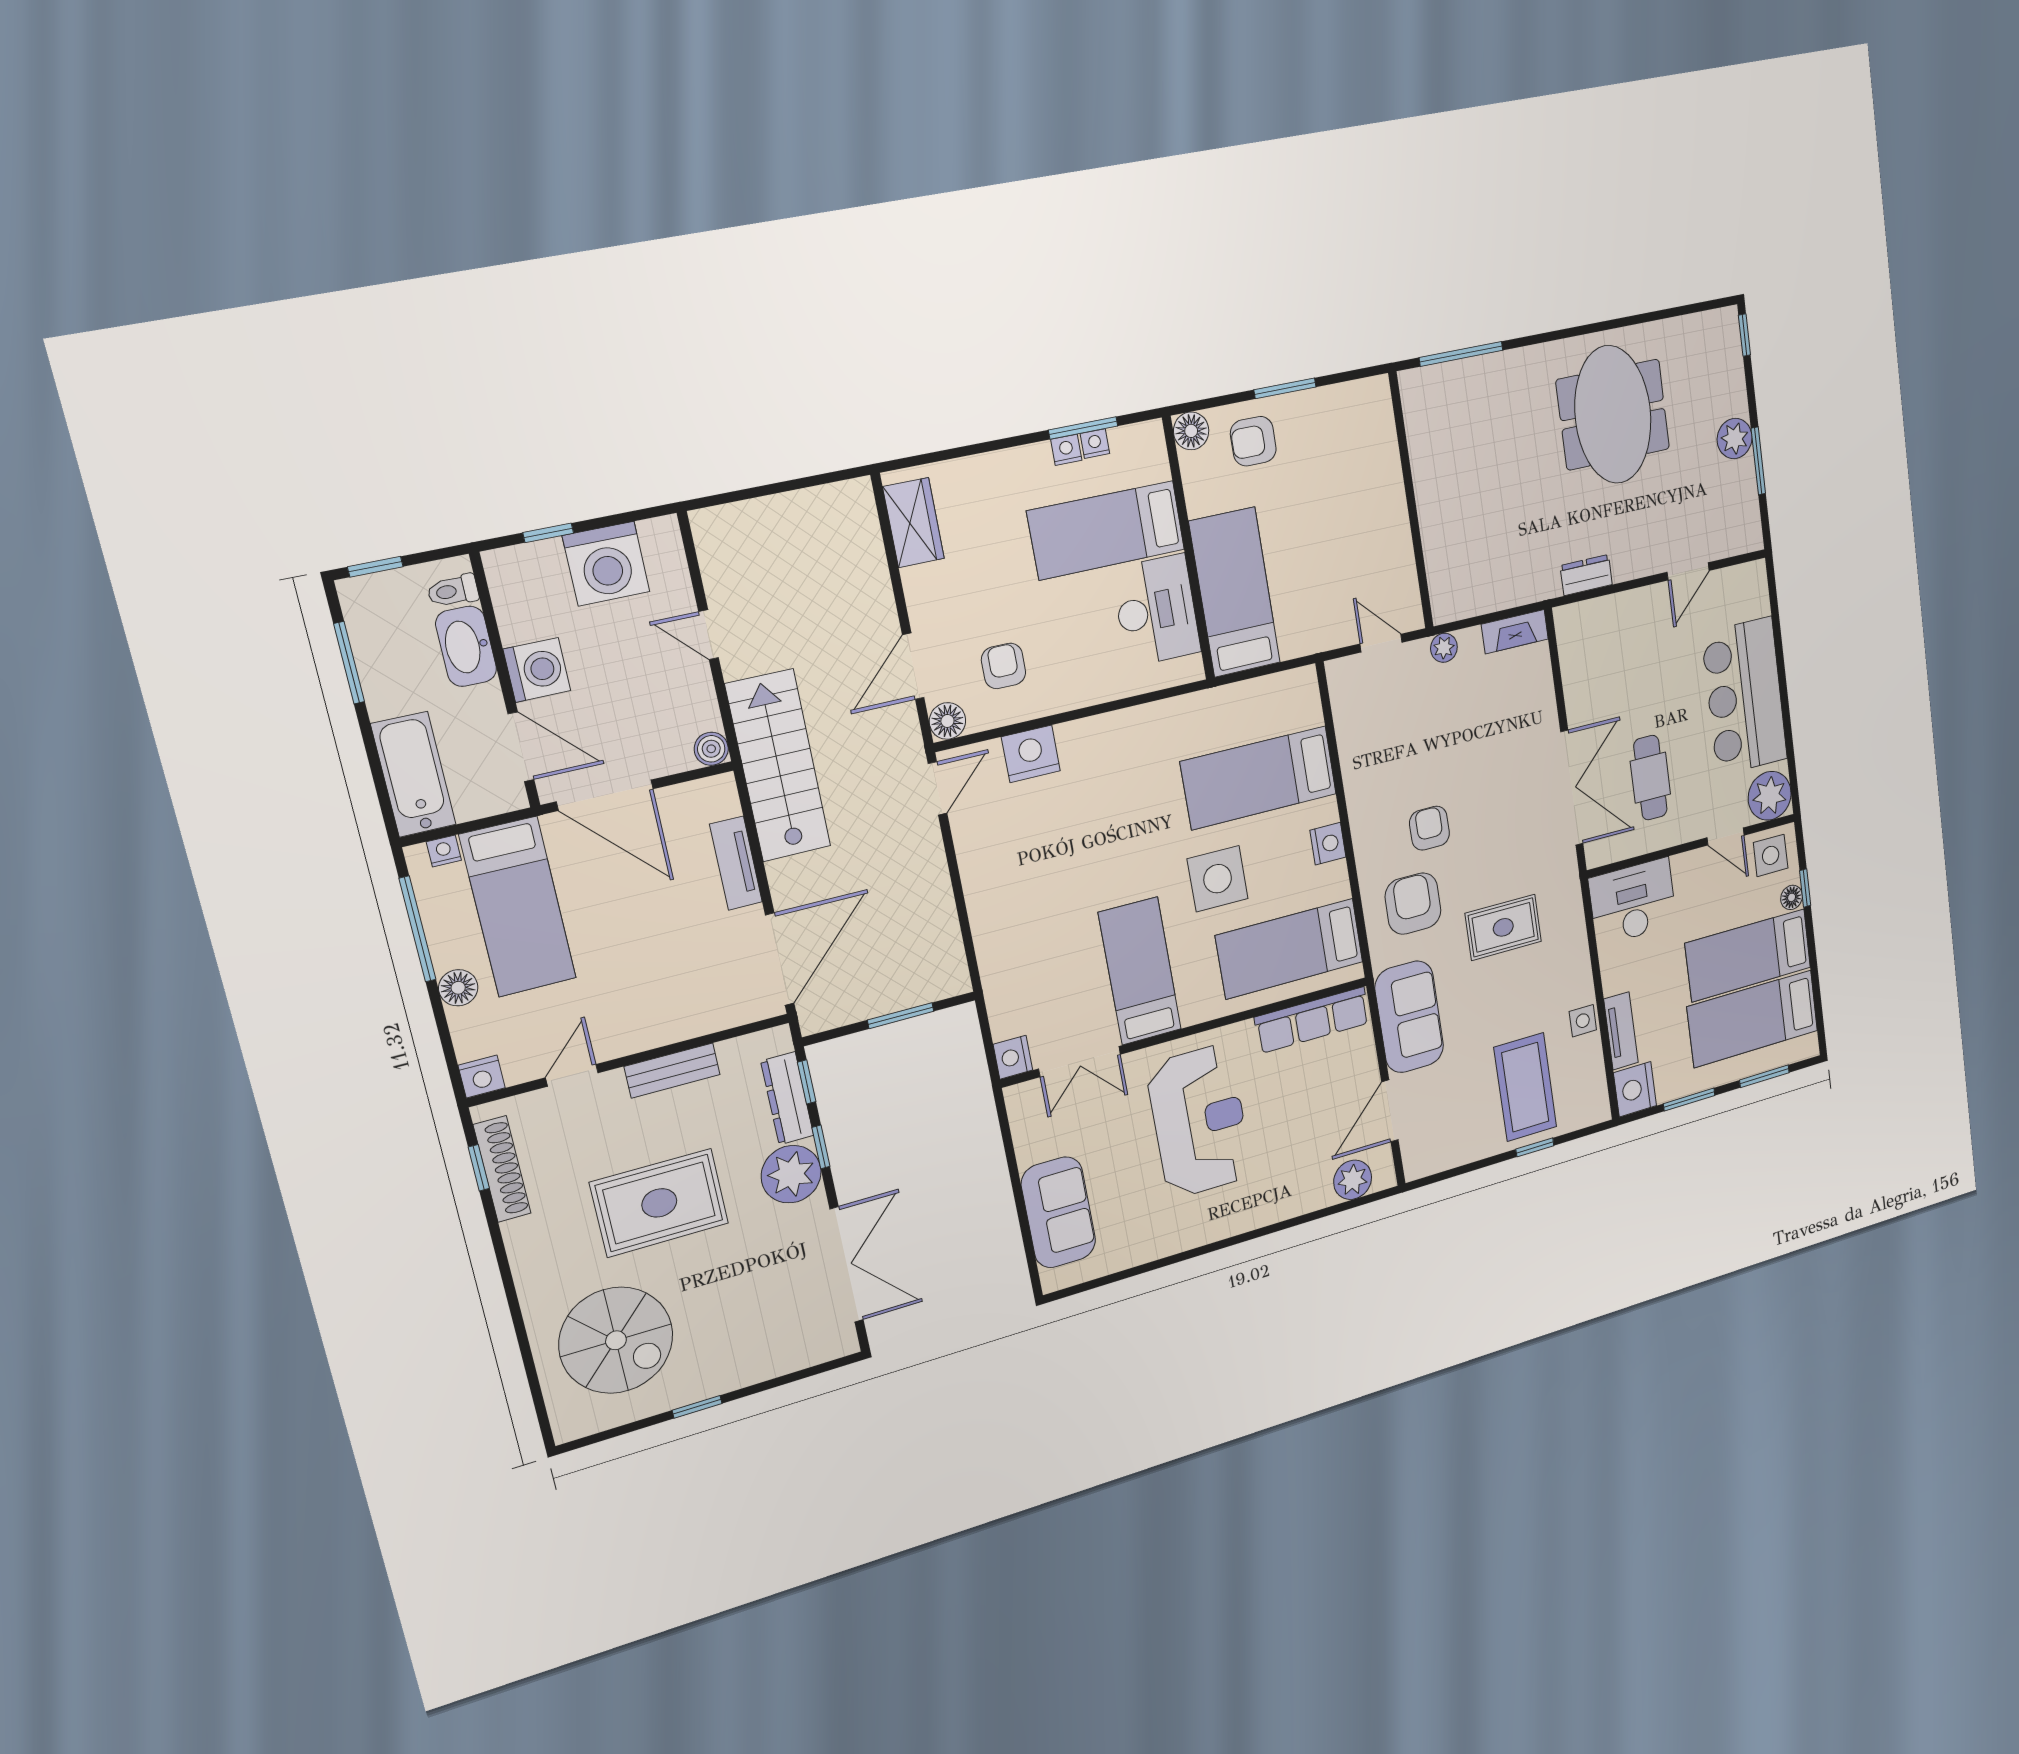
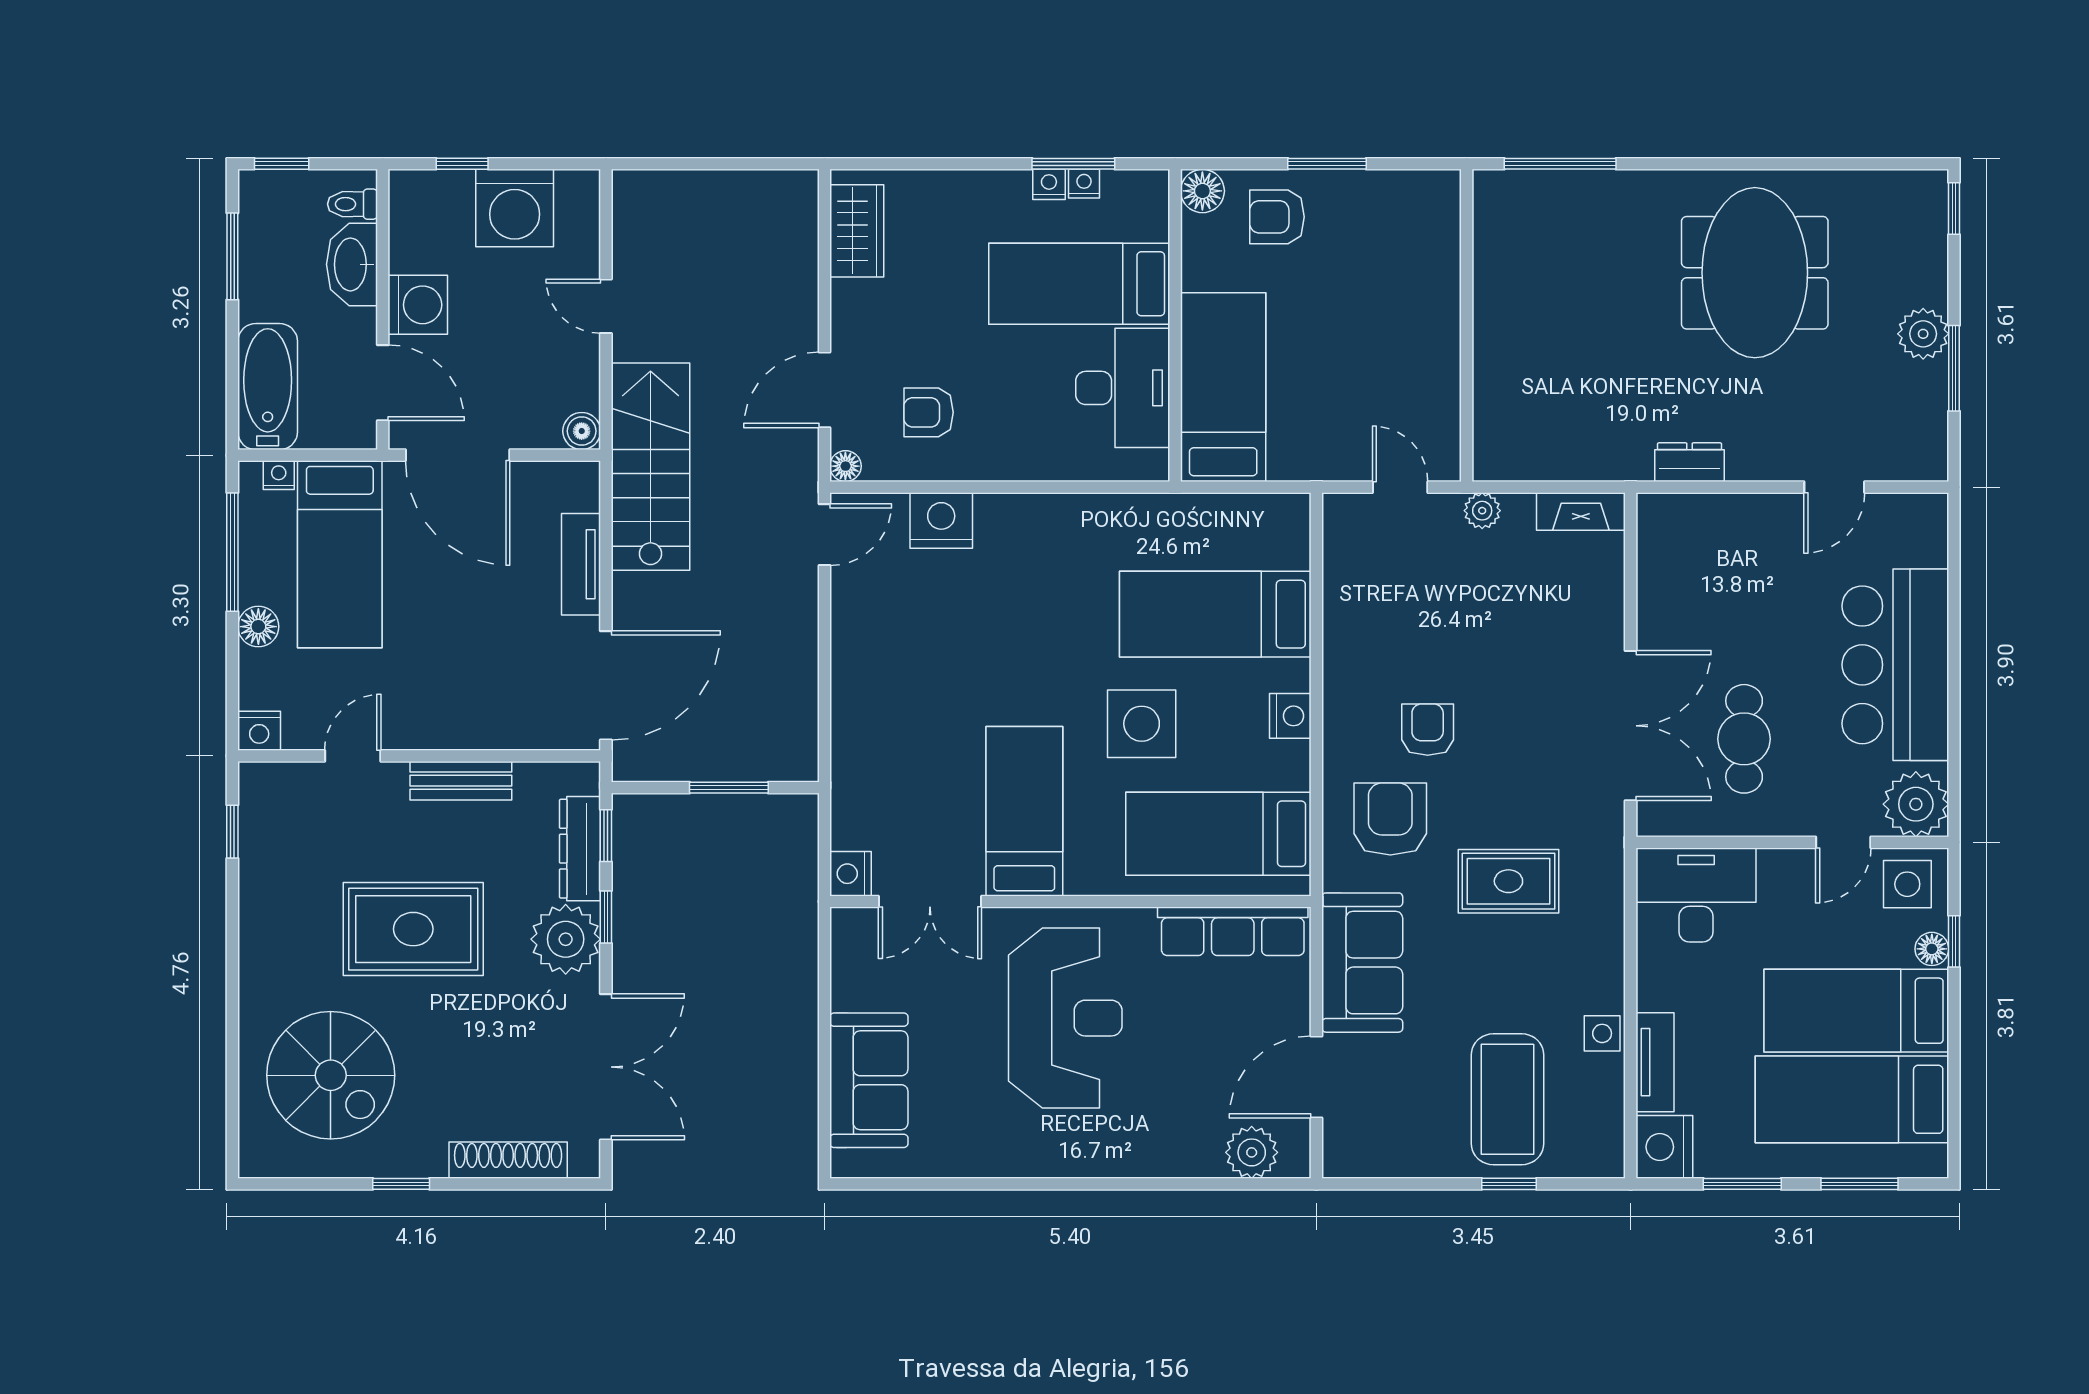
armchair: (1004, 666) -> (929, 412), turned -90
floor lamp: (947, 721) -> (845, 466), width x0.73, depth x0.73
door: (1726, 836) -> (1843, 842), hinge flipped
shoe rack: (502, 1169) -> (508, 1160), moved, turned -90

